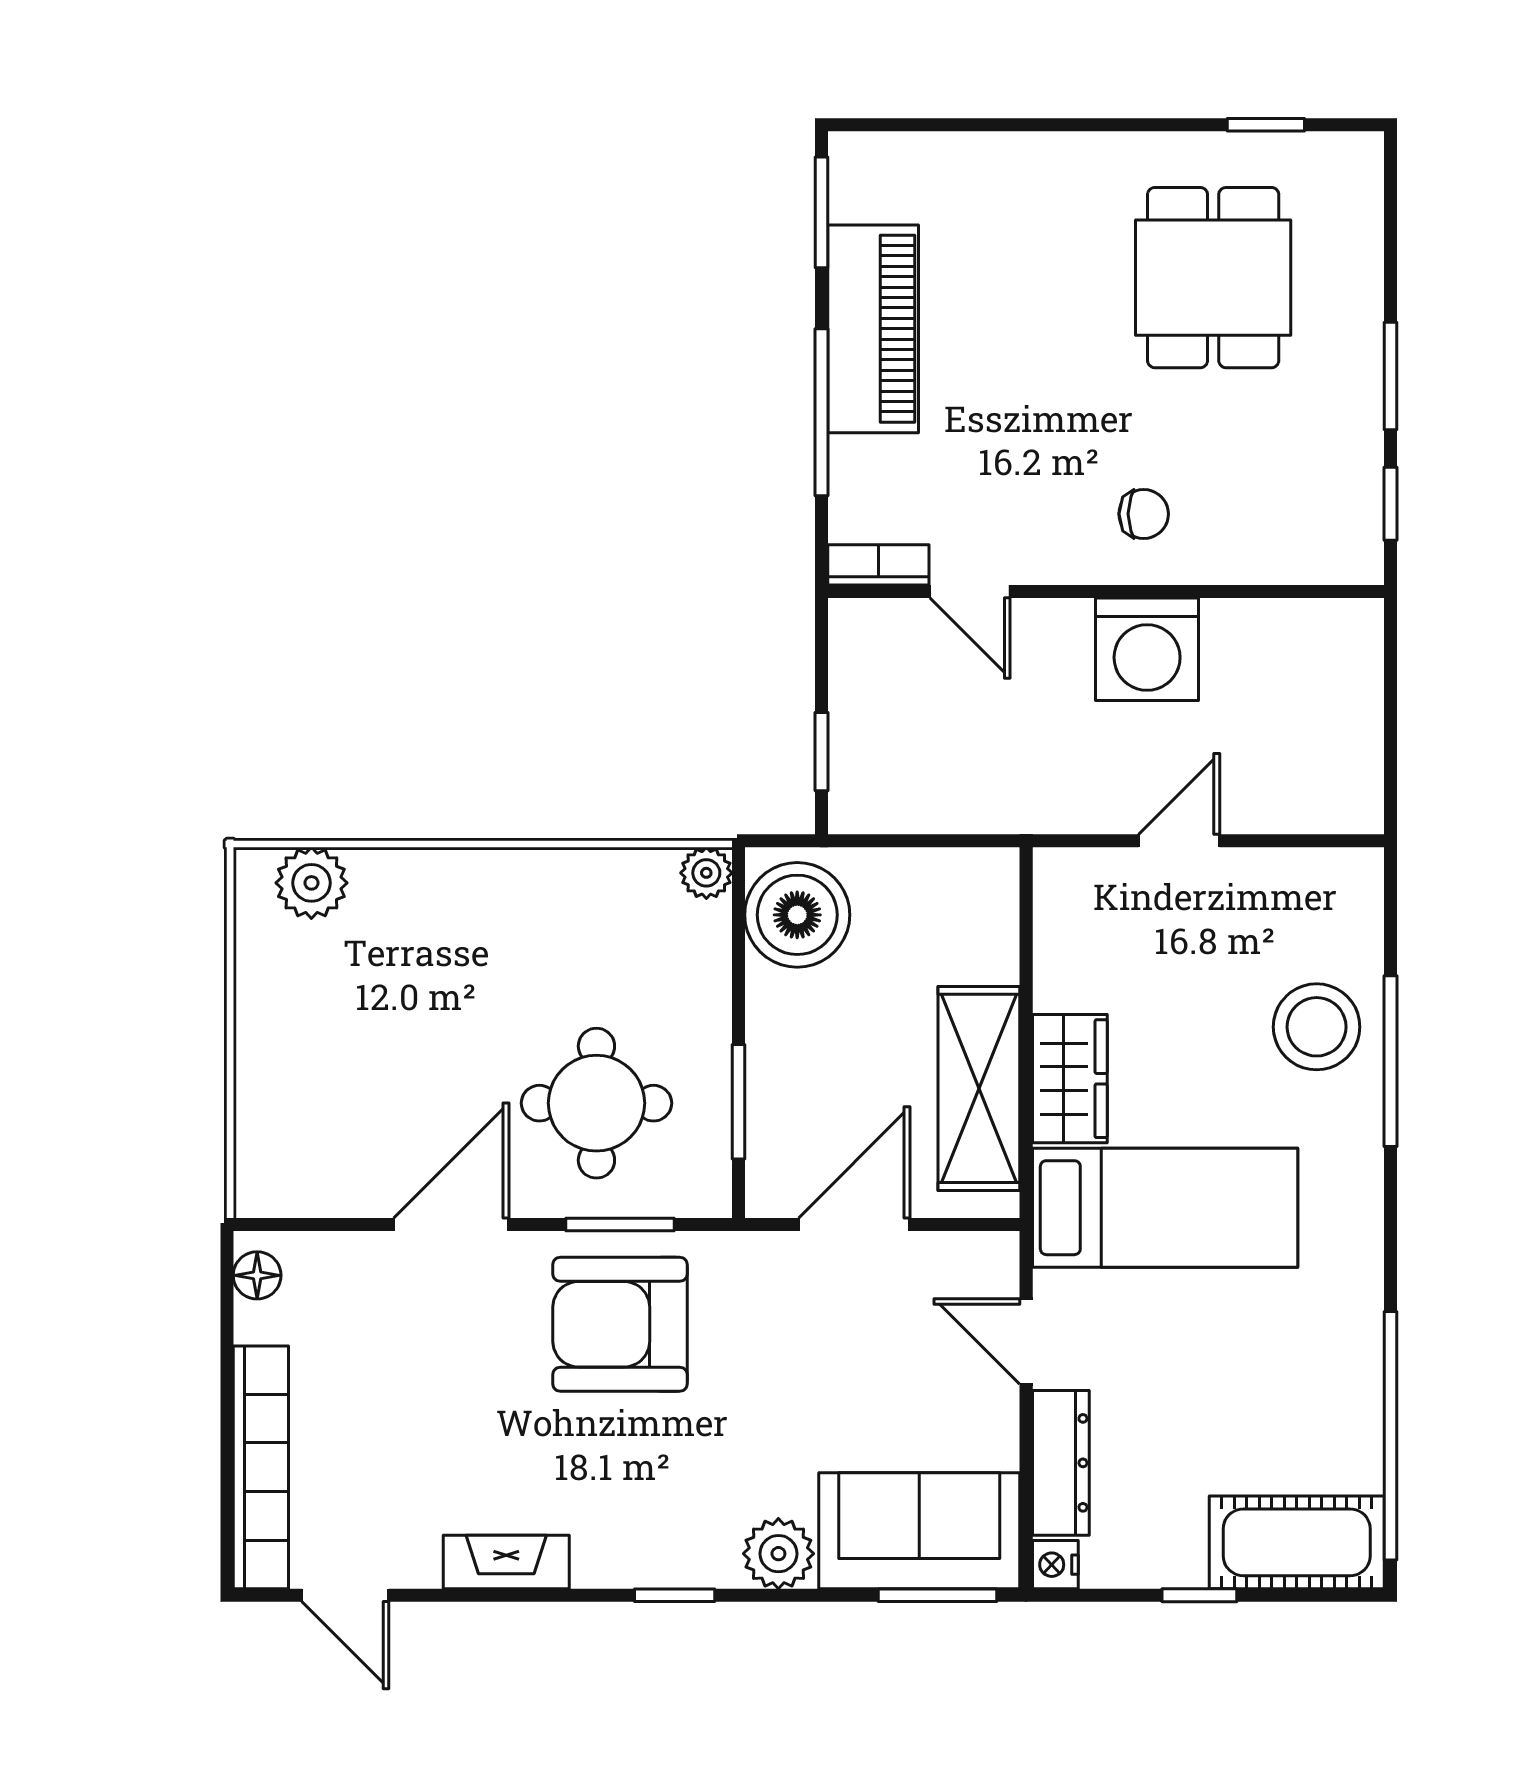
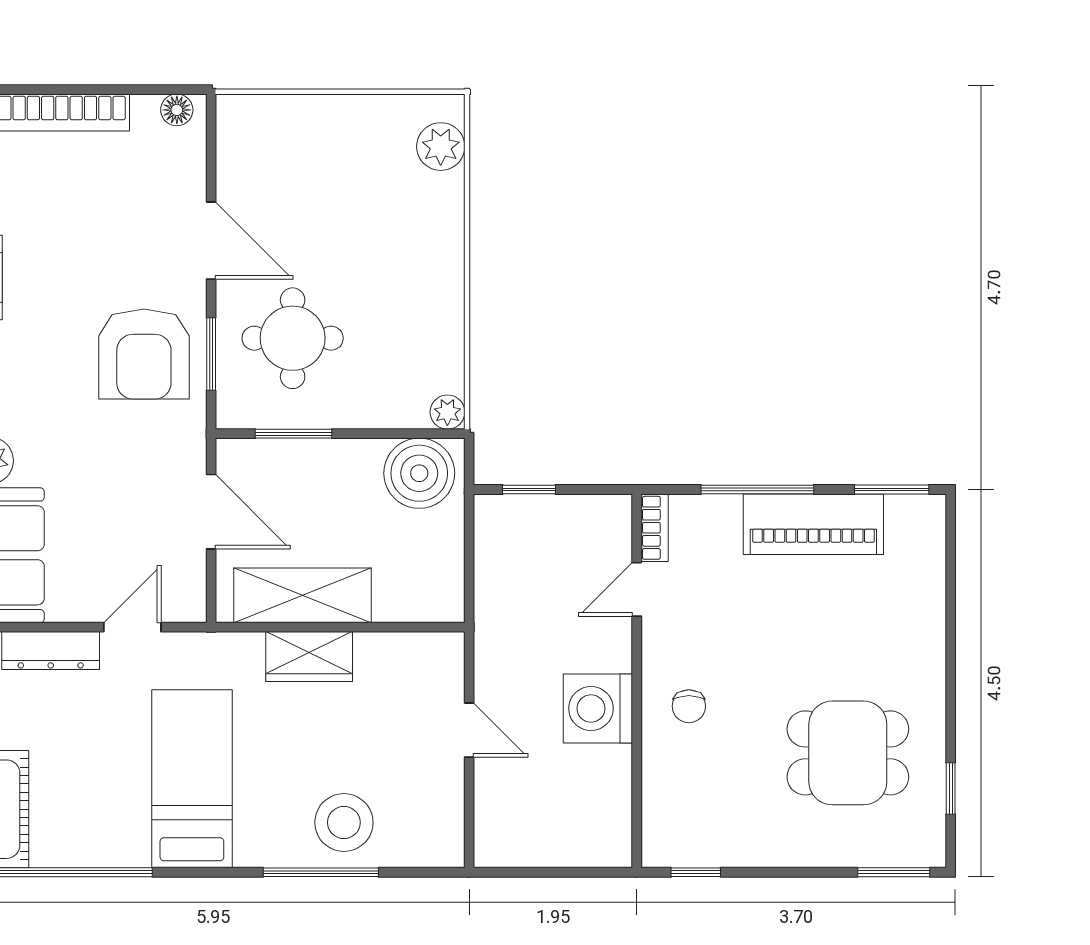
window: (1391, 376) -> (894, 872), moved
bed: (1165, 1208) -> (192, 779), moved, turned 180
armchair: (620, 1324) -> (144, 354), turned 180

